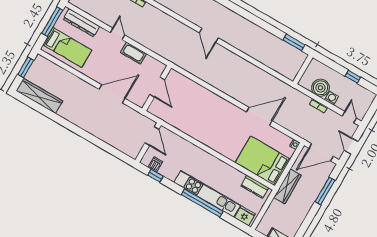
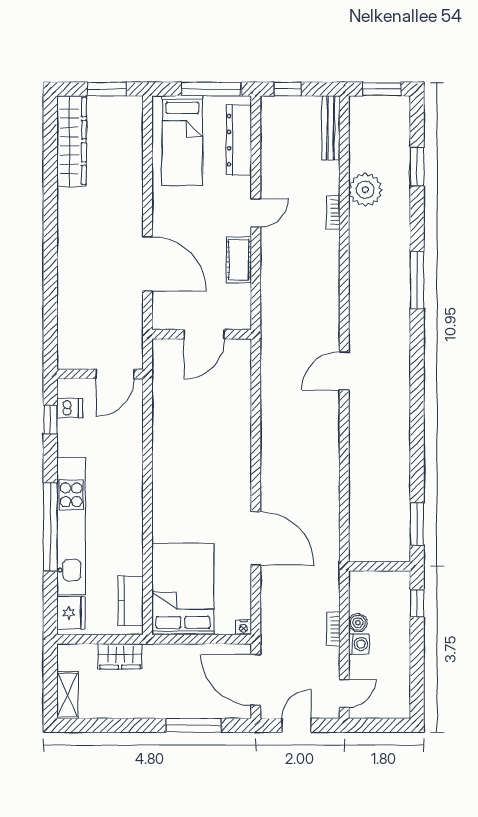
window: (353, 77) -> (417, 603), moved
boiler: (320, 88) -> (358, 623), width x0.54, depth x0.54
wardrobe: (287, 186) -> (120, 656), moved, width x0.67

